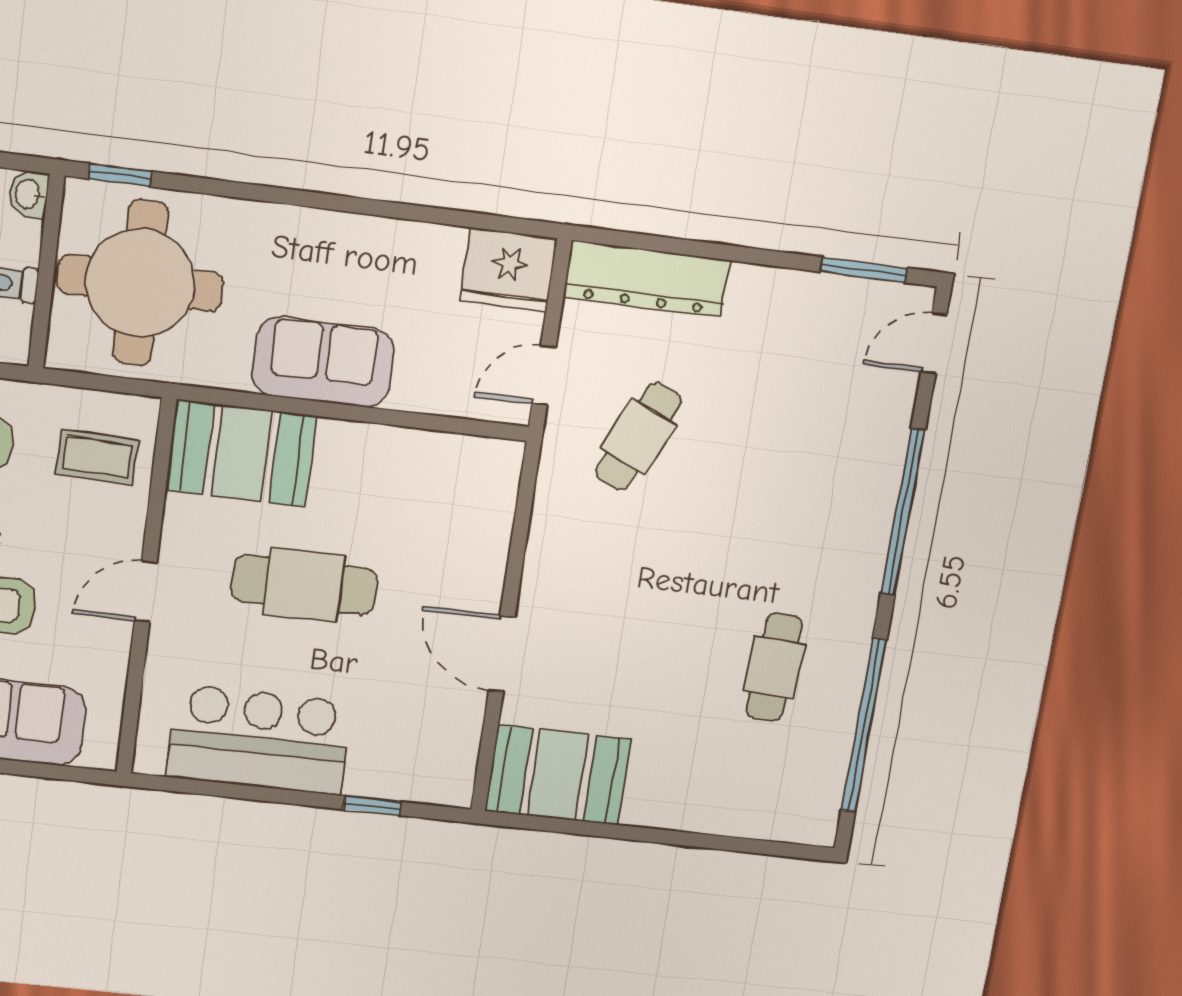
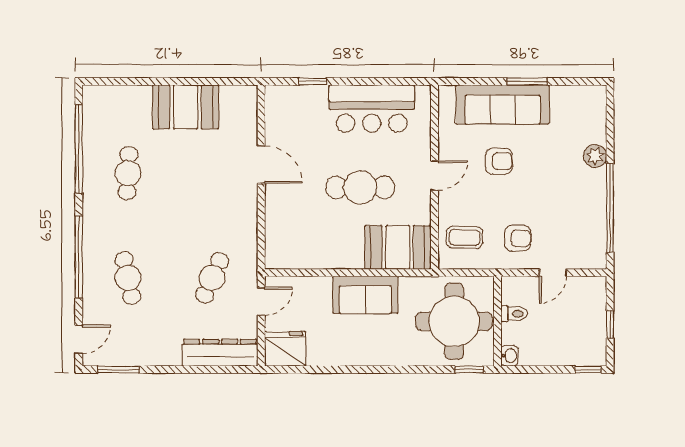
cafe table: (811, 457) -> (128, 278), added
booth: (558, 775) -> (186, 107), moved

